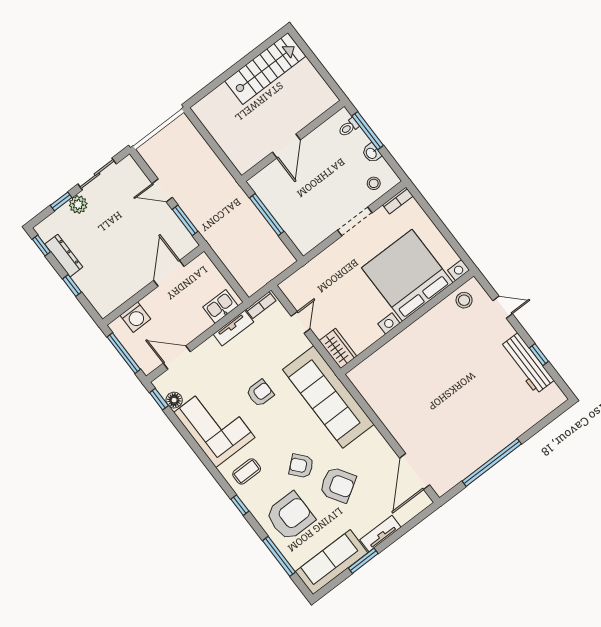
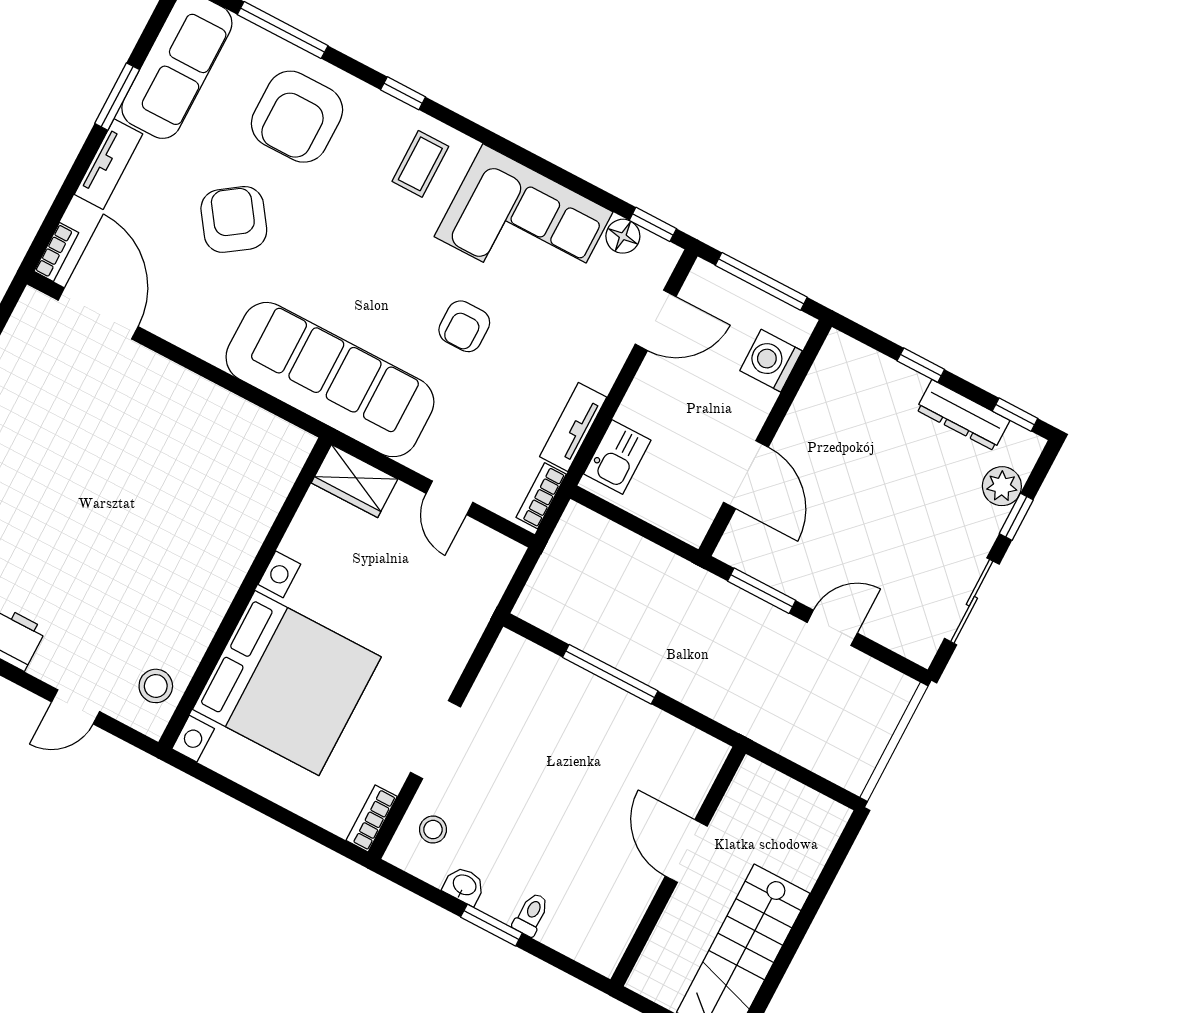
window: (368, 131) -> (491, 925), width x0.69
wall: (293, 141) -> (678, 866), moved
door: (286, 146) -> (686, 851), moved
plant: (78, 204) -> (1002, 486), moved
armchair: (301, 466) -> (321, 223), removed
armchair: (338, 485) -> (234, 219), turned 87
bookcase: (420, 506) -> (56, 252), added

